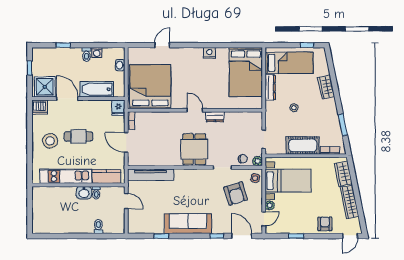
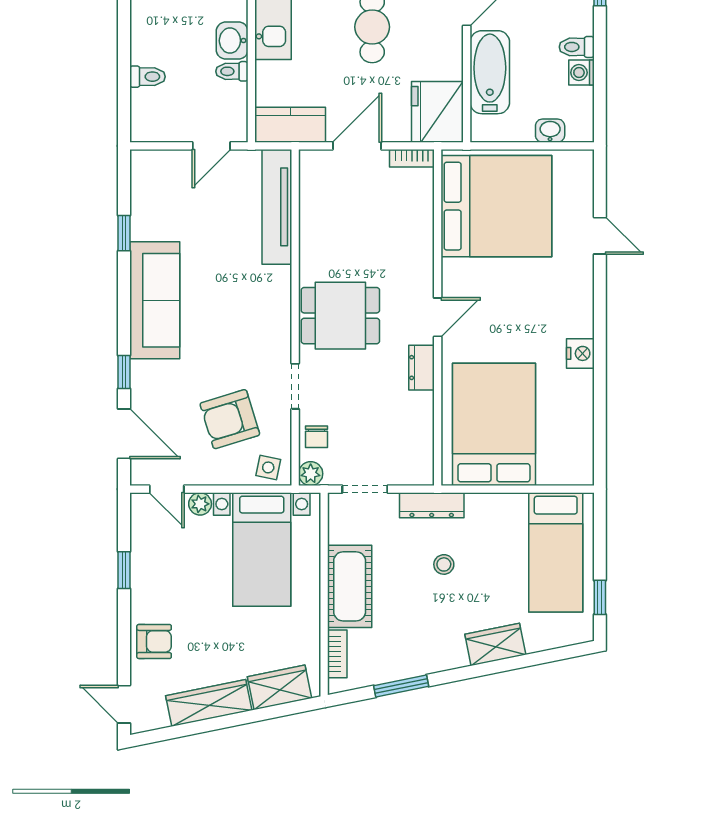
bed: (246, 72) -> (494, 424), moved, turned 90
dresser: (270, 87) -> (432, 505), moved
fridge: (118, 108) -> (437, 112), width x1.88, depth x1.34
kitchen counter: (107, 176) -> (290, 125), moved, turned -90
door: (242, 236) -> (124, 434), hinge flipped

